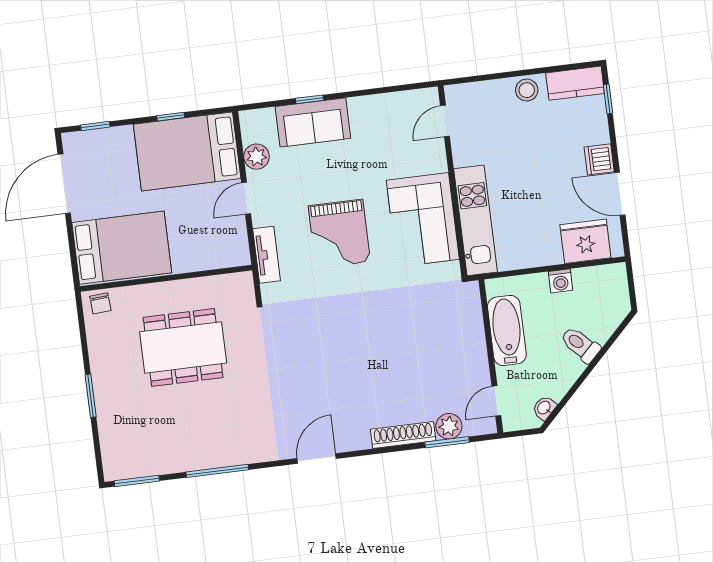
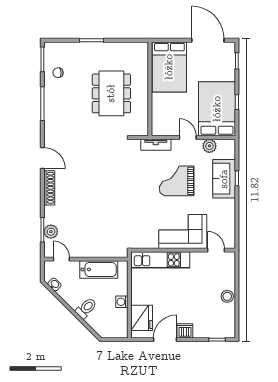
kitchen counter: (575, 83) -> (228, 323), removed
corner sofa: (423, 220) -> (183, 232), moved
grand piano: (339, 234) -> (177, 181), moved
chair: (100, 303) -> (58, 73), moved
shoe rack: (403, 435) -> (49, 188), moved

